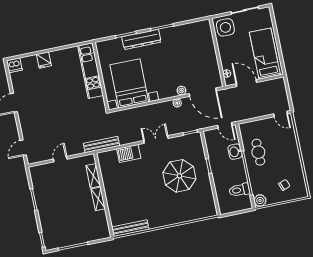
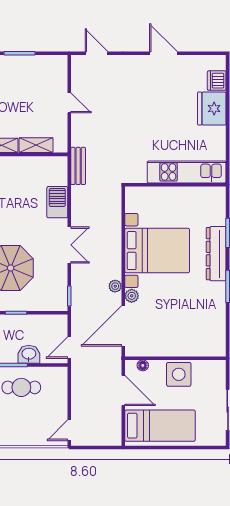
side table: (225, 27) -> (179, 374), moved
fridge: (44, 60) -> (212, 109), width x1.88, depth x1.34
dishwasher: (14, 65) -> (217, 81), moved
bed with nightstands: (129, 83) -> (157, 251), moved
door: (246, 83) -> (123, 391), hinge flipped
bench: (101, 145) -> (78, 166), width x0.73

